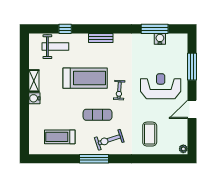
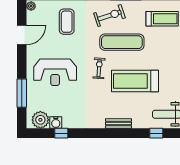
window: (155, 29) -> (61, 133), width x0.46
plant: (174, 41) -> (40, 120), added
door: (192, 109) -> (22, 35), moved
exercise mat: (98, 115) -> (122, 42), width x1.36, depth x1.45

